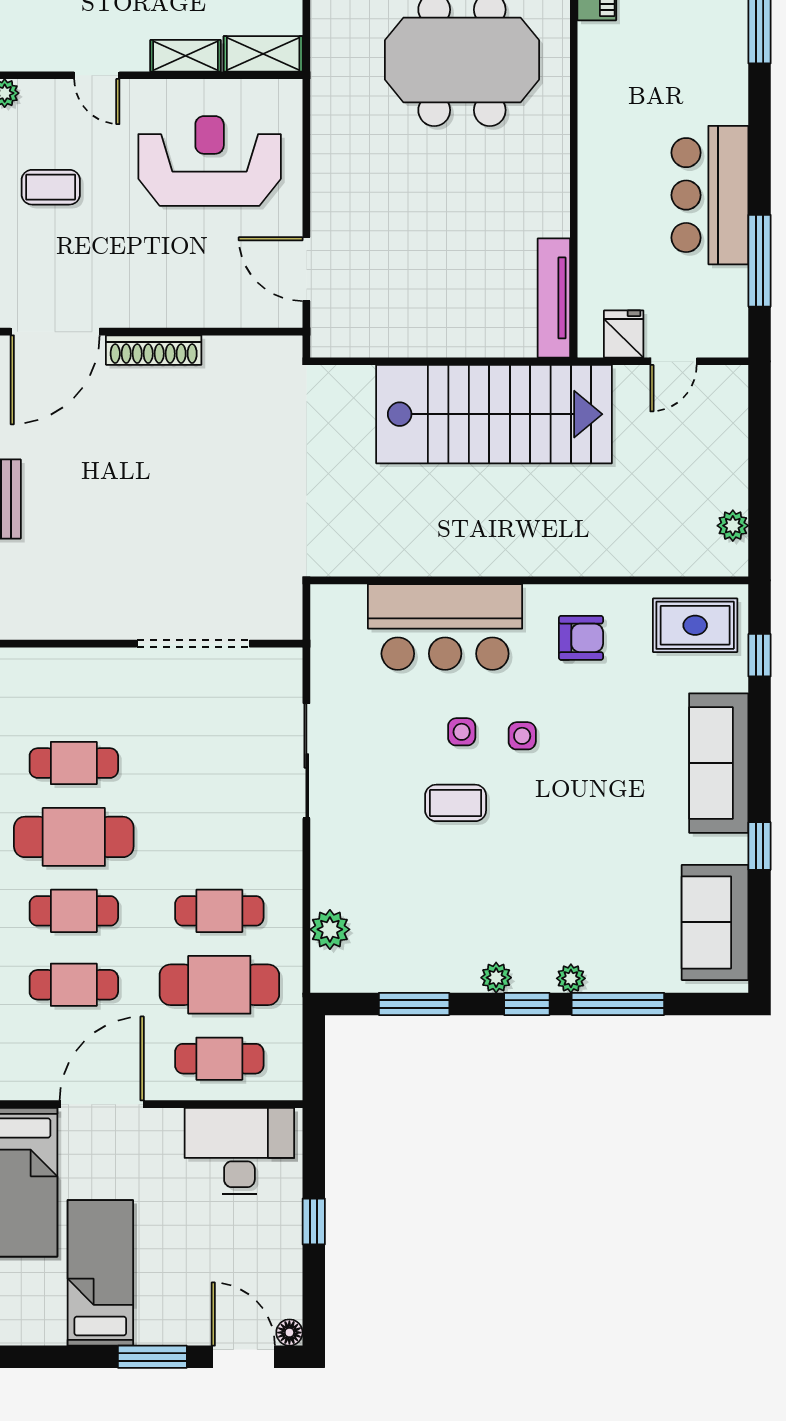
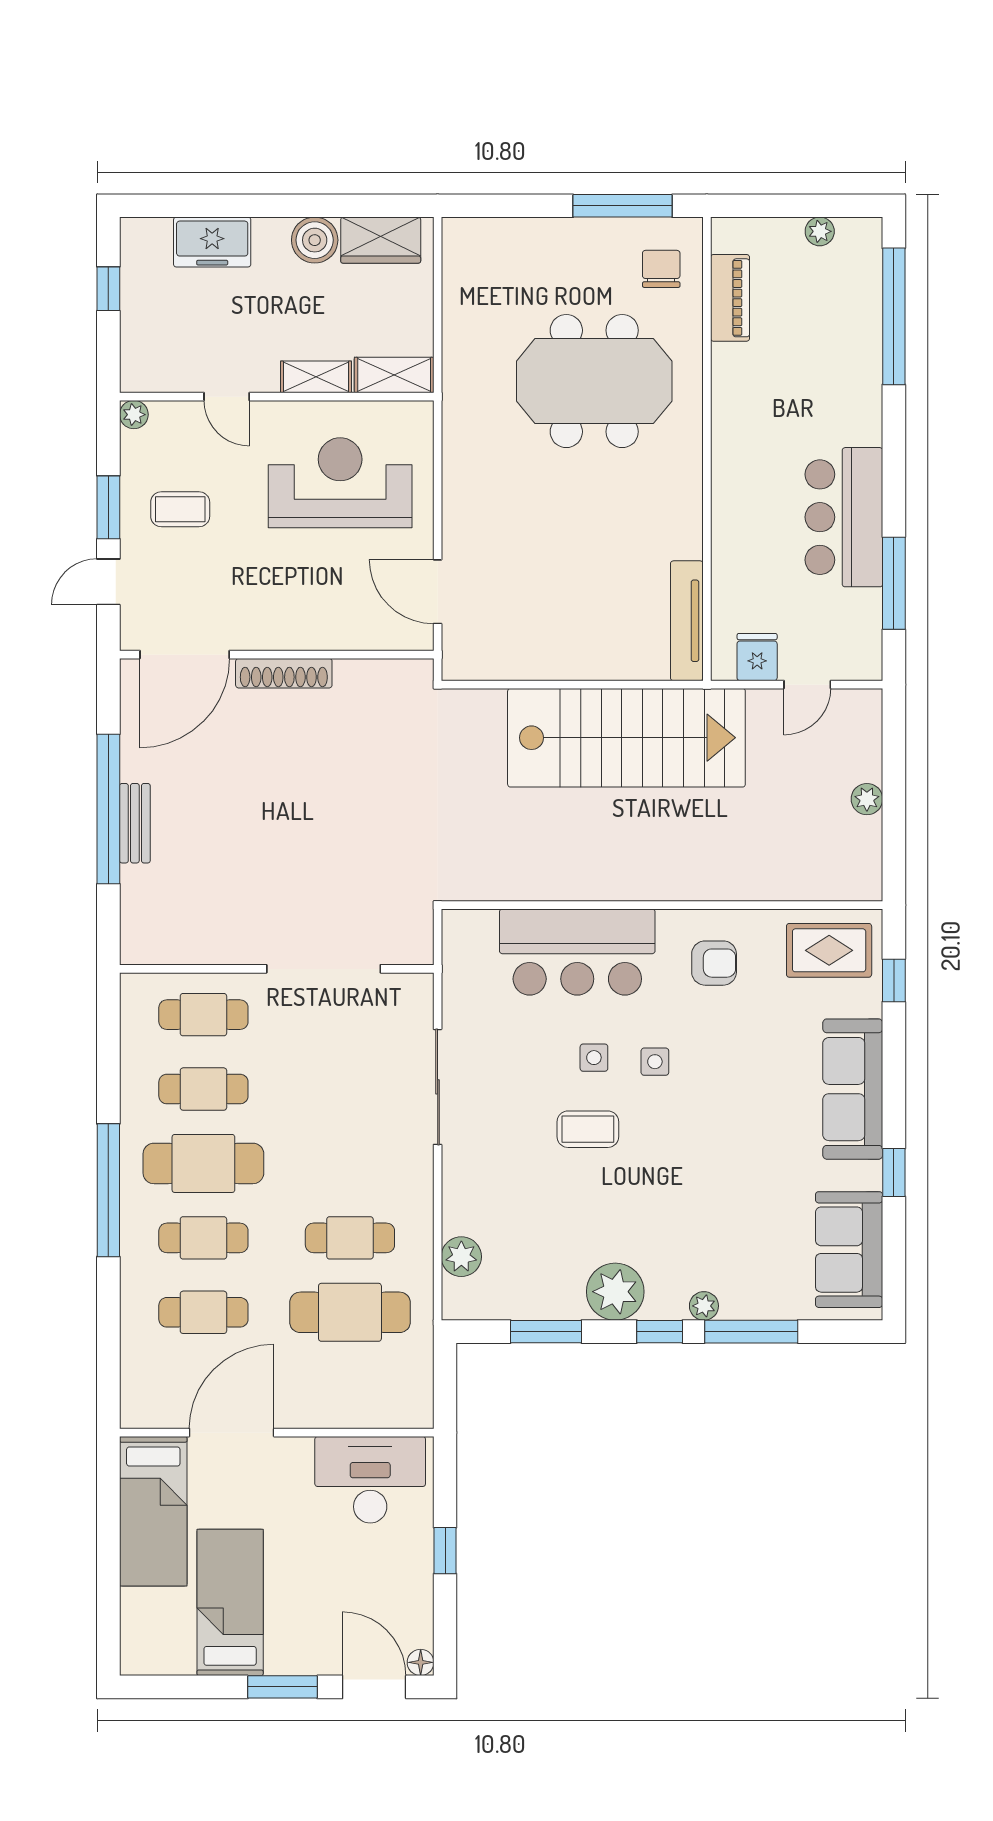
plant: (733, 526) -> (867, 799), moved
plant: (496, 978) -> (615, 1292), width x1.87, depth x1.87
cafe table: (219, 1059) -> (203, 1015), moved

